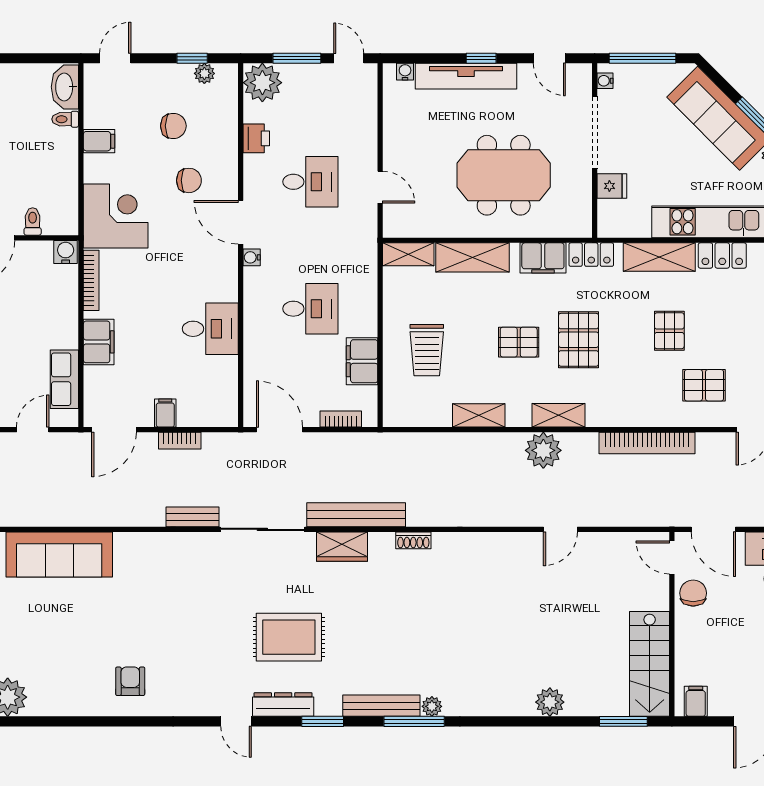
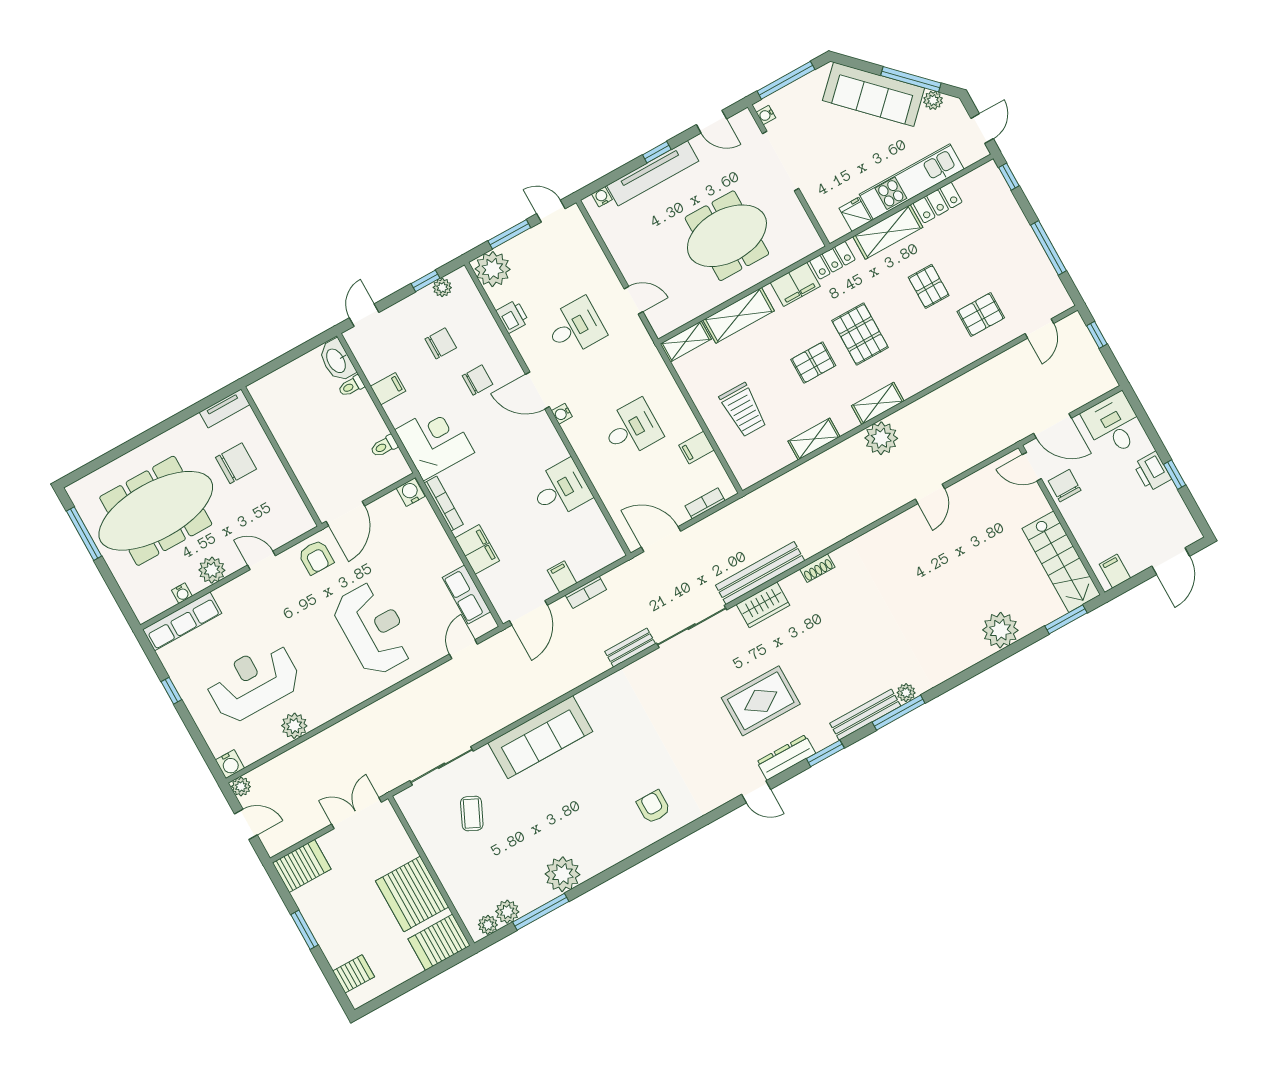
fridge: (612, 186) -> (855, 214), moved, turned -90
toilet: (33, 221) -> (384, 446), moved, turned -90
filing cabinet: (362, 361) -> (696, 448), width x0.50
bookcase: (647, 443) -> (961, 386), removed
plant: (550, 702) -> (1000, 630), width x1.36, depth x1.36

